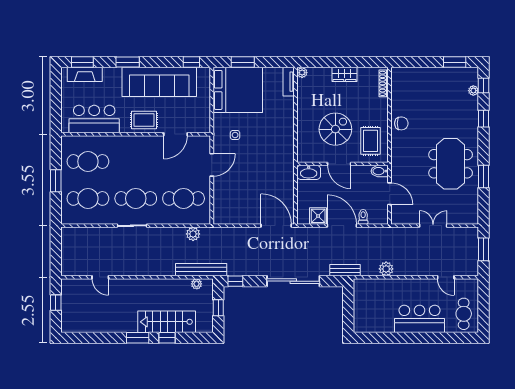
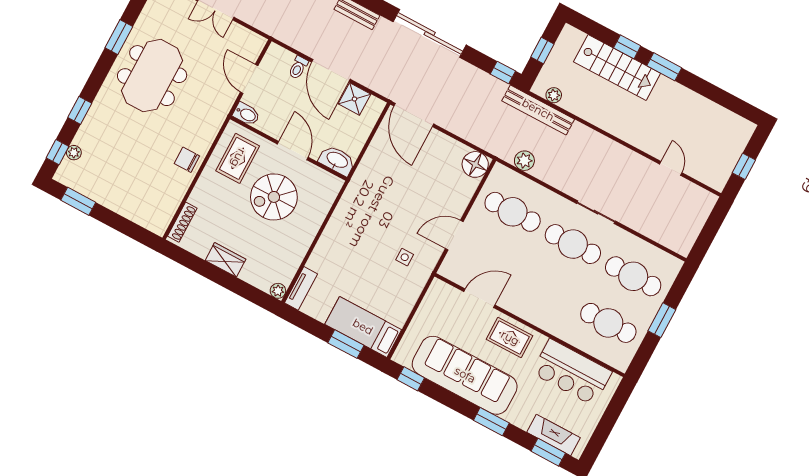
bed: (238, 90) -> (363, 327), width x0.49
floor lamp: (222, 215) -> (475, 164), added

